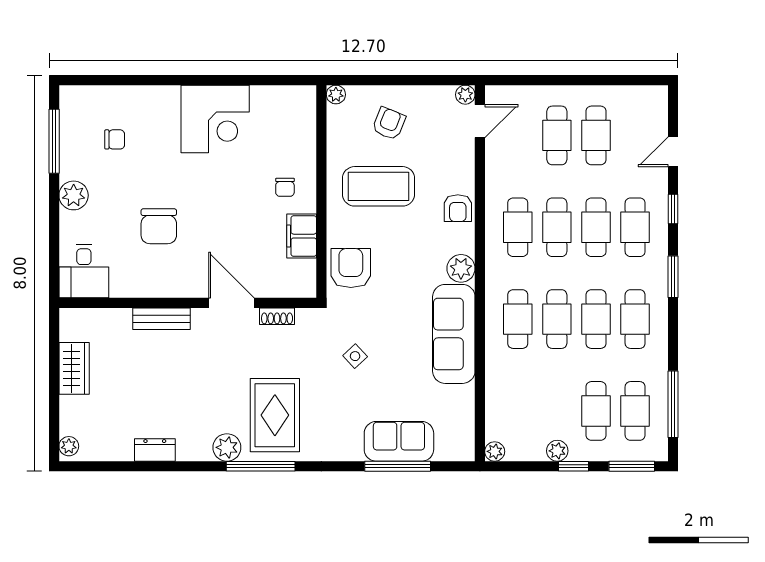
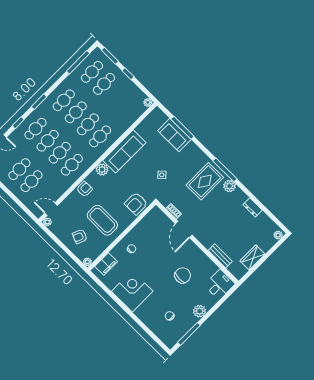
filing cabinet: (302, 236) -> (106, 264), moved
bench: (161, 319) -> (220, 256), moved
plant: (557, 451) -> (128, 83), removed

